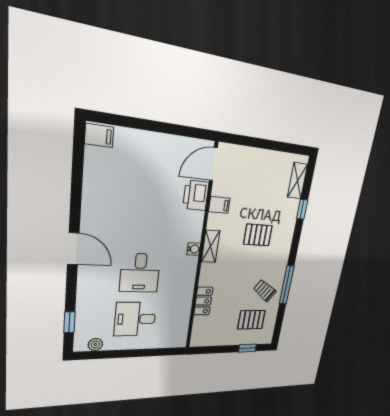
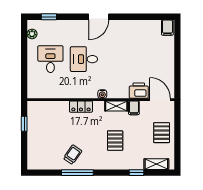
shelving: (211, 246) -> (116, 106), moved
locker: (203, 301) -> (81, 107), moved
pallet: (251, 320) -> (162, 133), moved
window: (247, 348) -> (24, 124), moved

